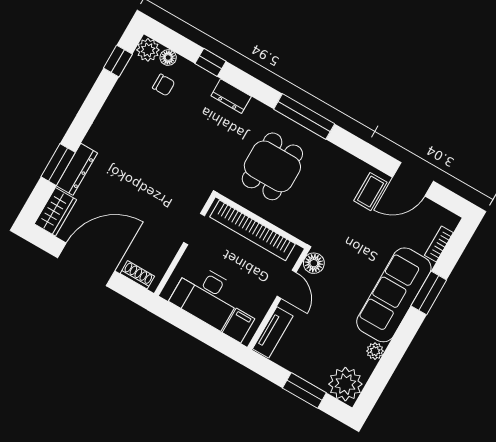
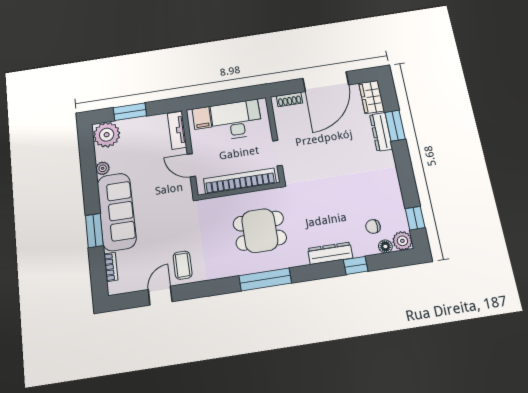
dresser: (231, 96) -> (330, 253), width x1.44
dining table: (272, 166) -> (260, 231), turned 90
door: (413, 179) -> (160, 296), width x0.73
floor lamp: (314, 263) -> (184, 191), removed

